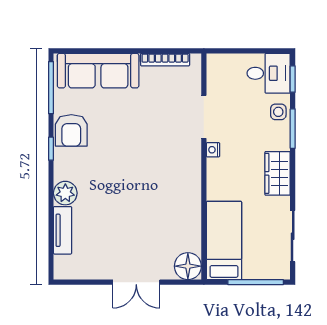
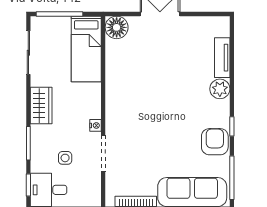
side table: (278, 112) -> (65, 158), moved

